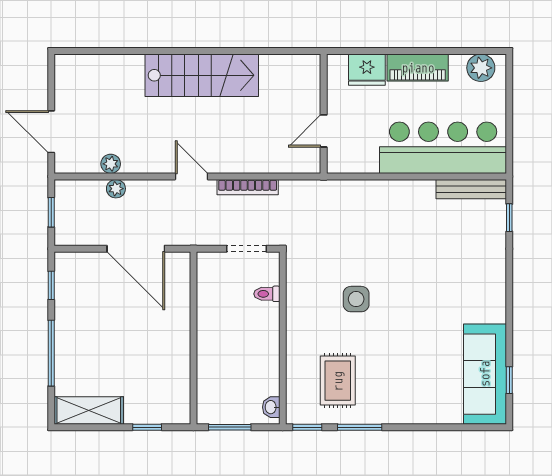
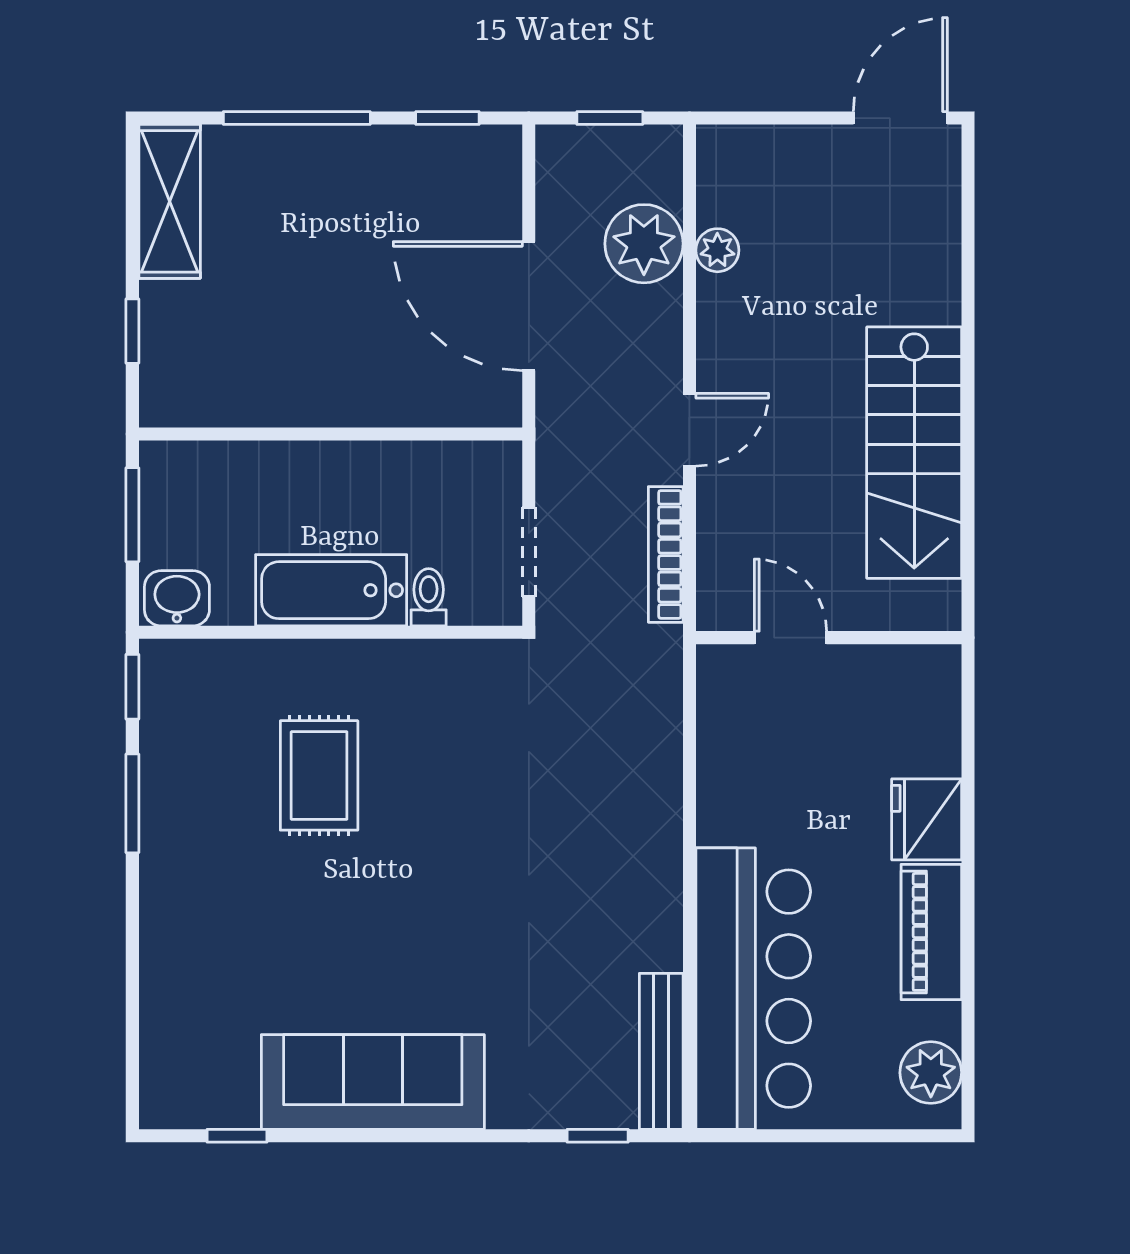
wall: (324, 114) -> (829, 638), moved
door: (324, 131) -> (790, 638), moved
door: (51, 132) -> (900, 118), moved
plant: (116, 189) -> (644, 244), width x1.88, depth x1.88
door: (136, 249) -> (529, 306), hinge flipped
side table: (356, 299) -> (417, 795), removed
bathtub: (264, 338) -> (331, 590), added
sofa: (485, 374) -> (373, 1082), moved
rug: (338, 381) -> (319, 775), moved, turned 90
washbasin: (271, 407) -> (177, 598), width x1.38, depth x1.45

